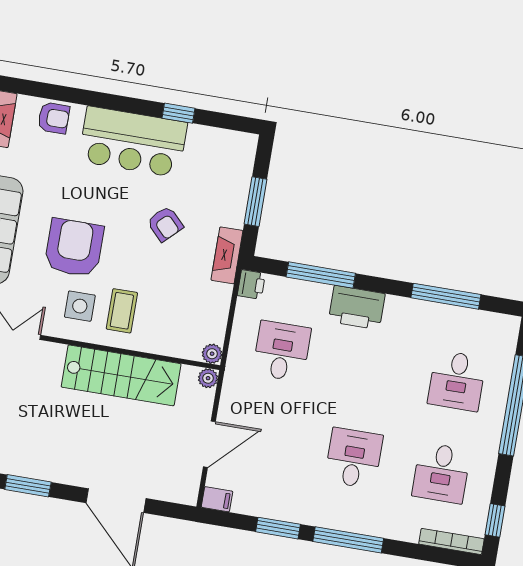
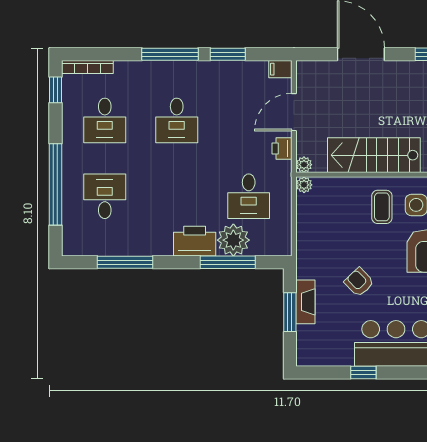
fireplace: (227, 255) -> (305, 302), moved
printer: (251, 284) -> (282, 149), moved
plant: (309, 301) -> (233, 240), added
desk: (441, 473) -> (105, 120), turned 180

